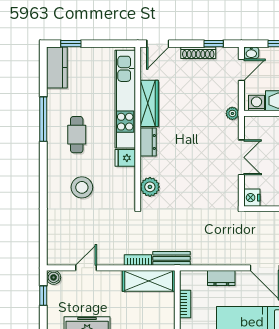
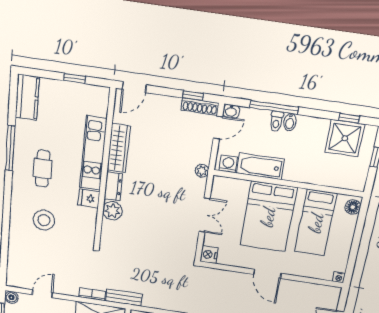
window: (71, 44) -> (75, 78), moved
shoe rack: (198, 53) -> (200, 107), moved
kitchen unit: (125, 99) -> (93, 153), width x0.73
plant: (150, 187) -> (112, 211), moved

